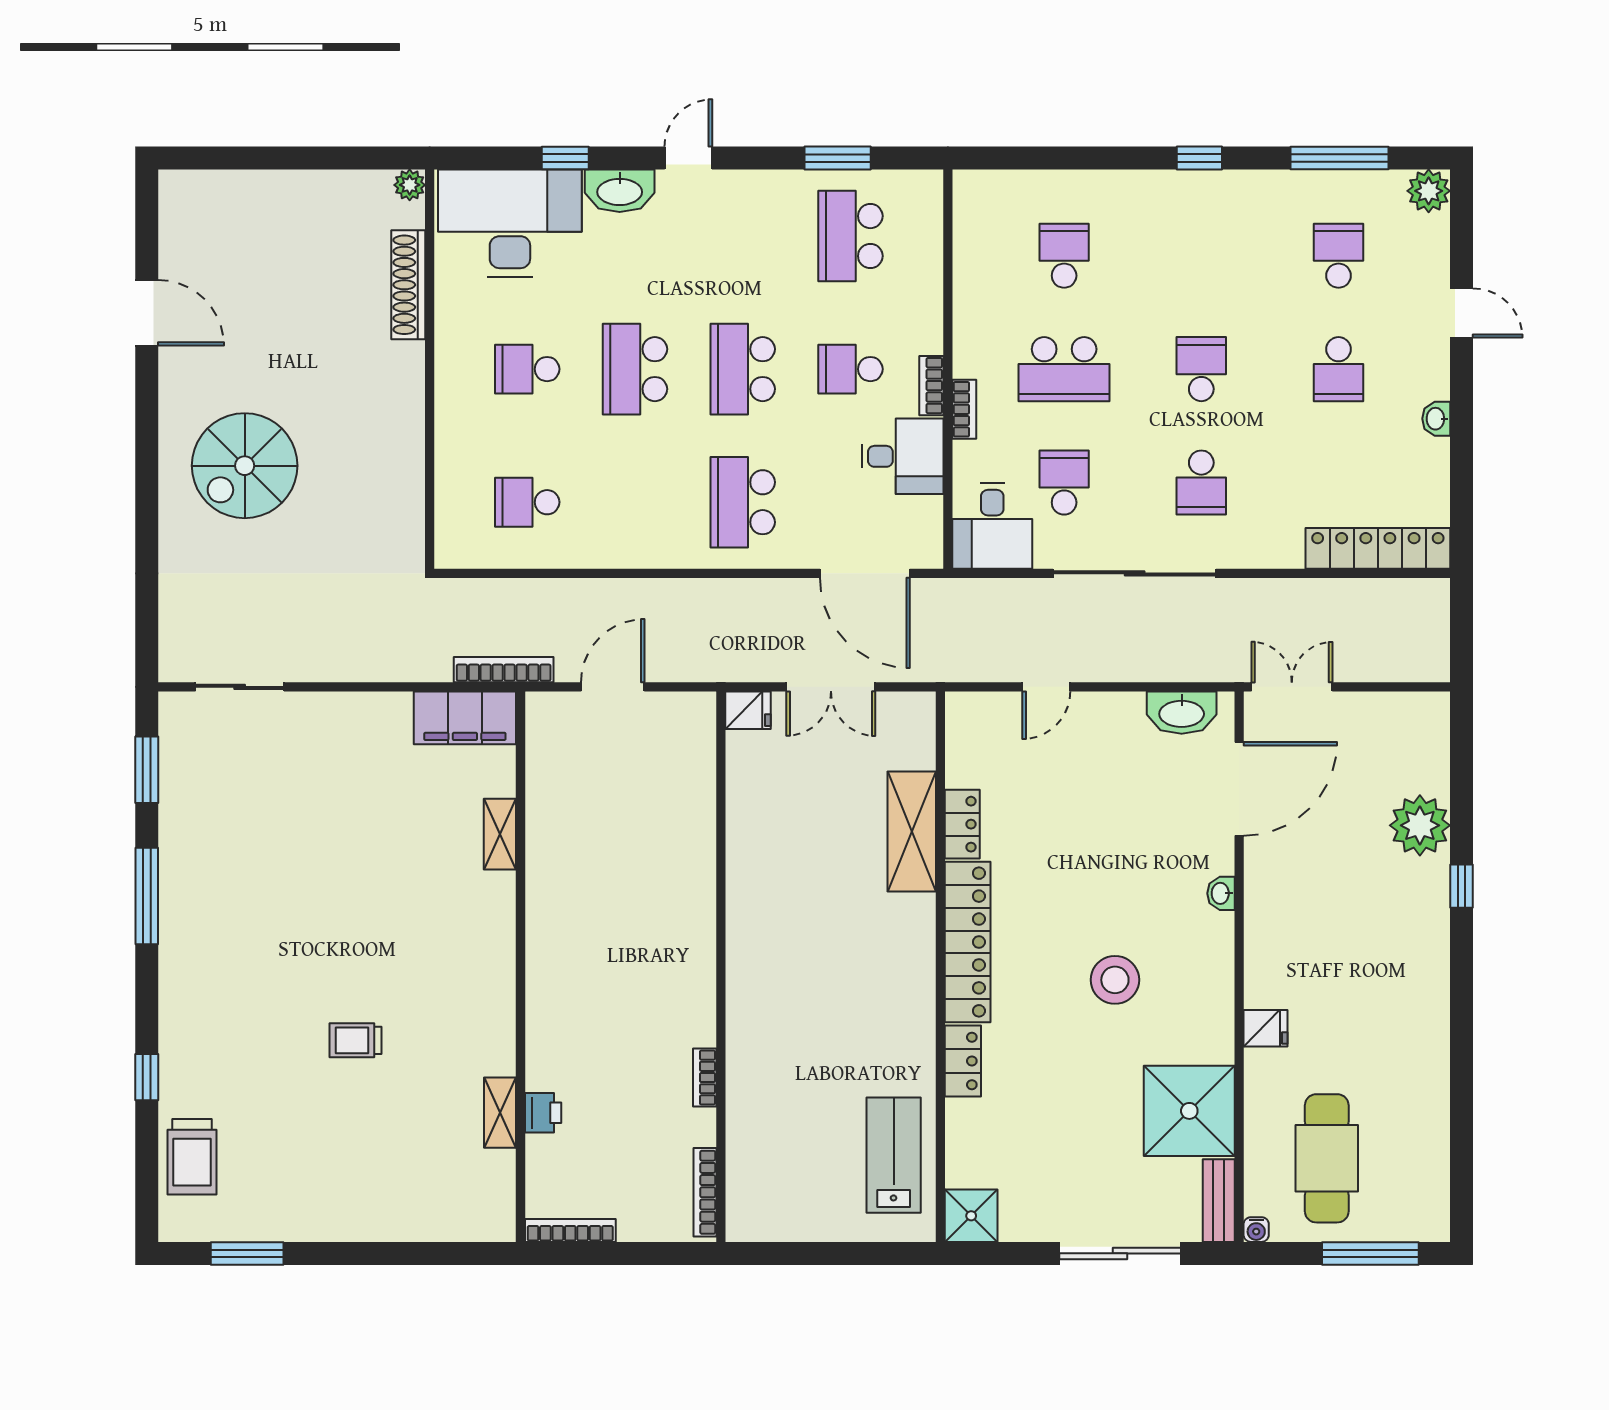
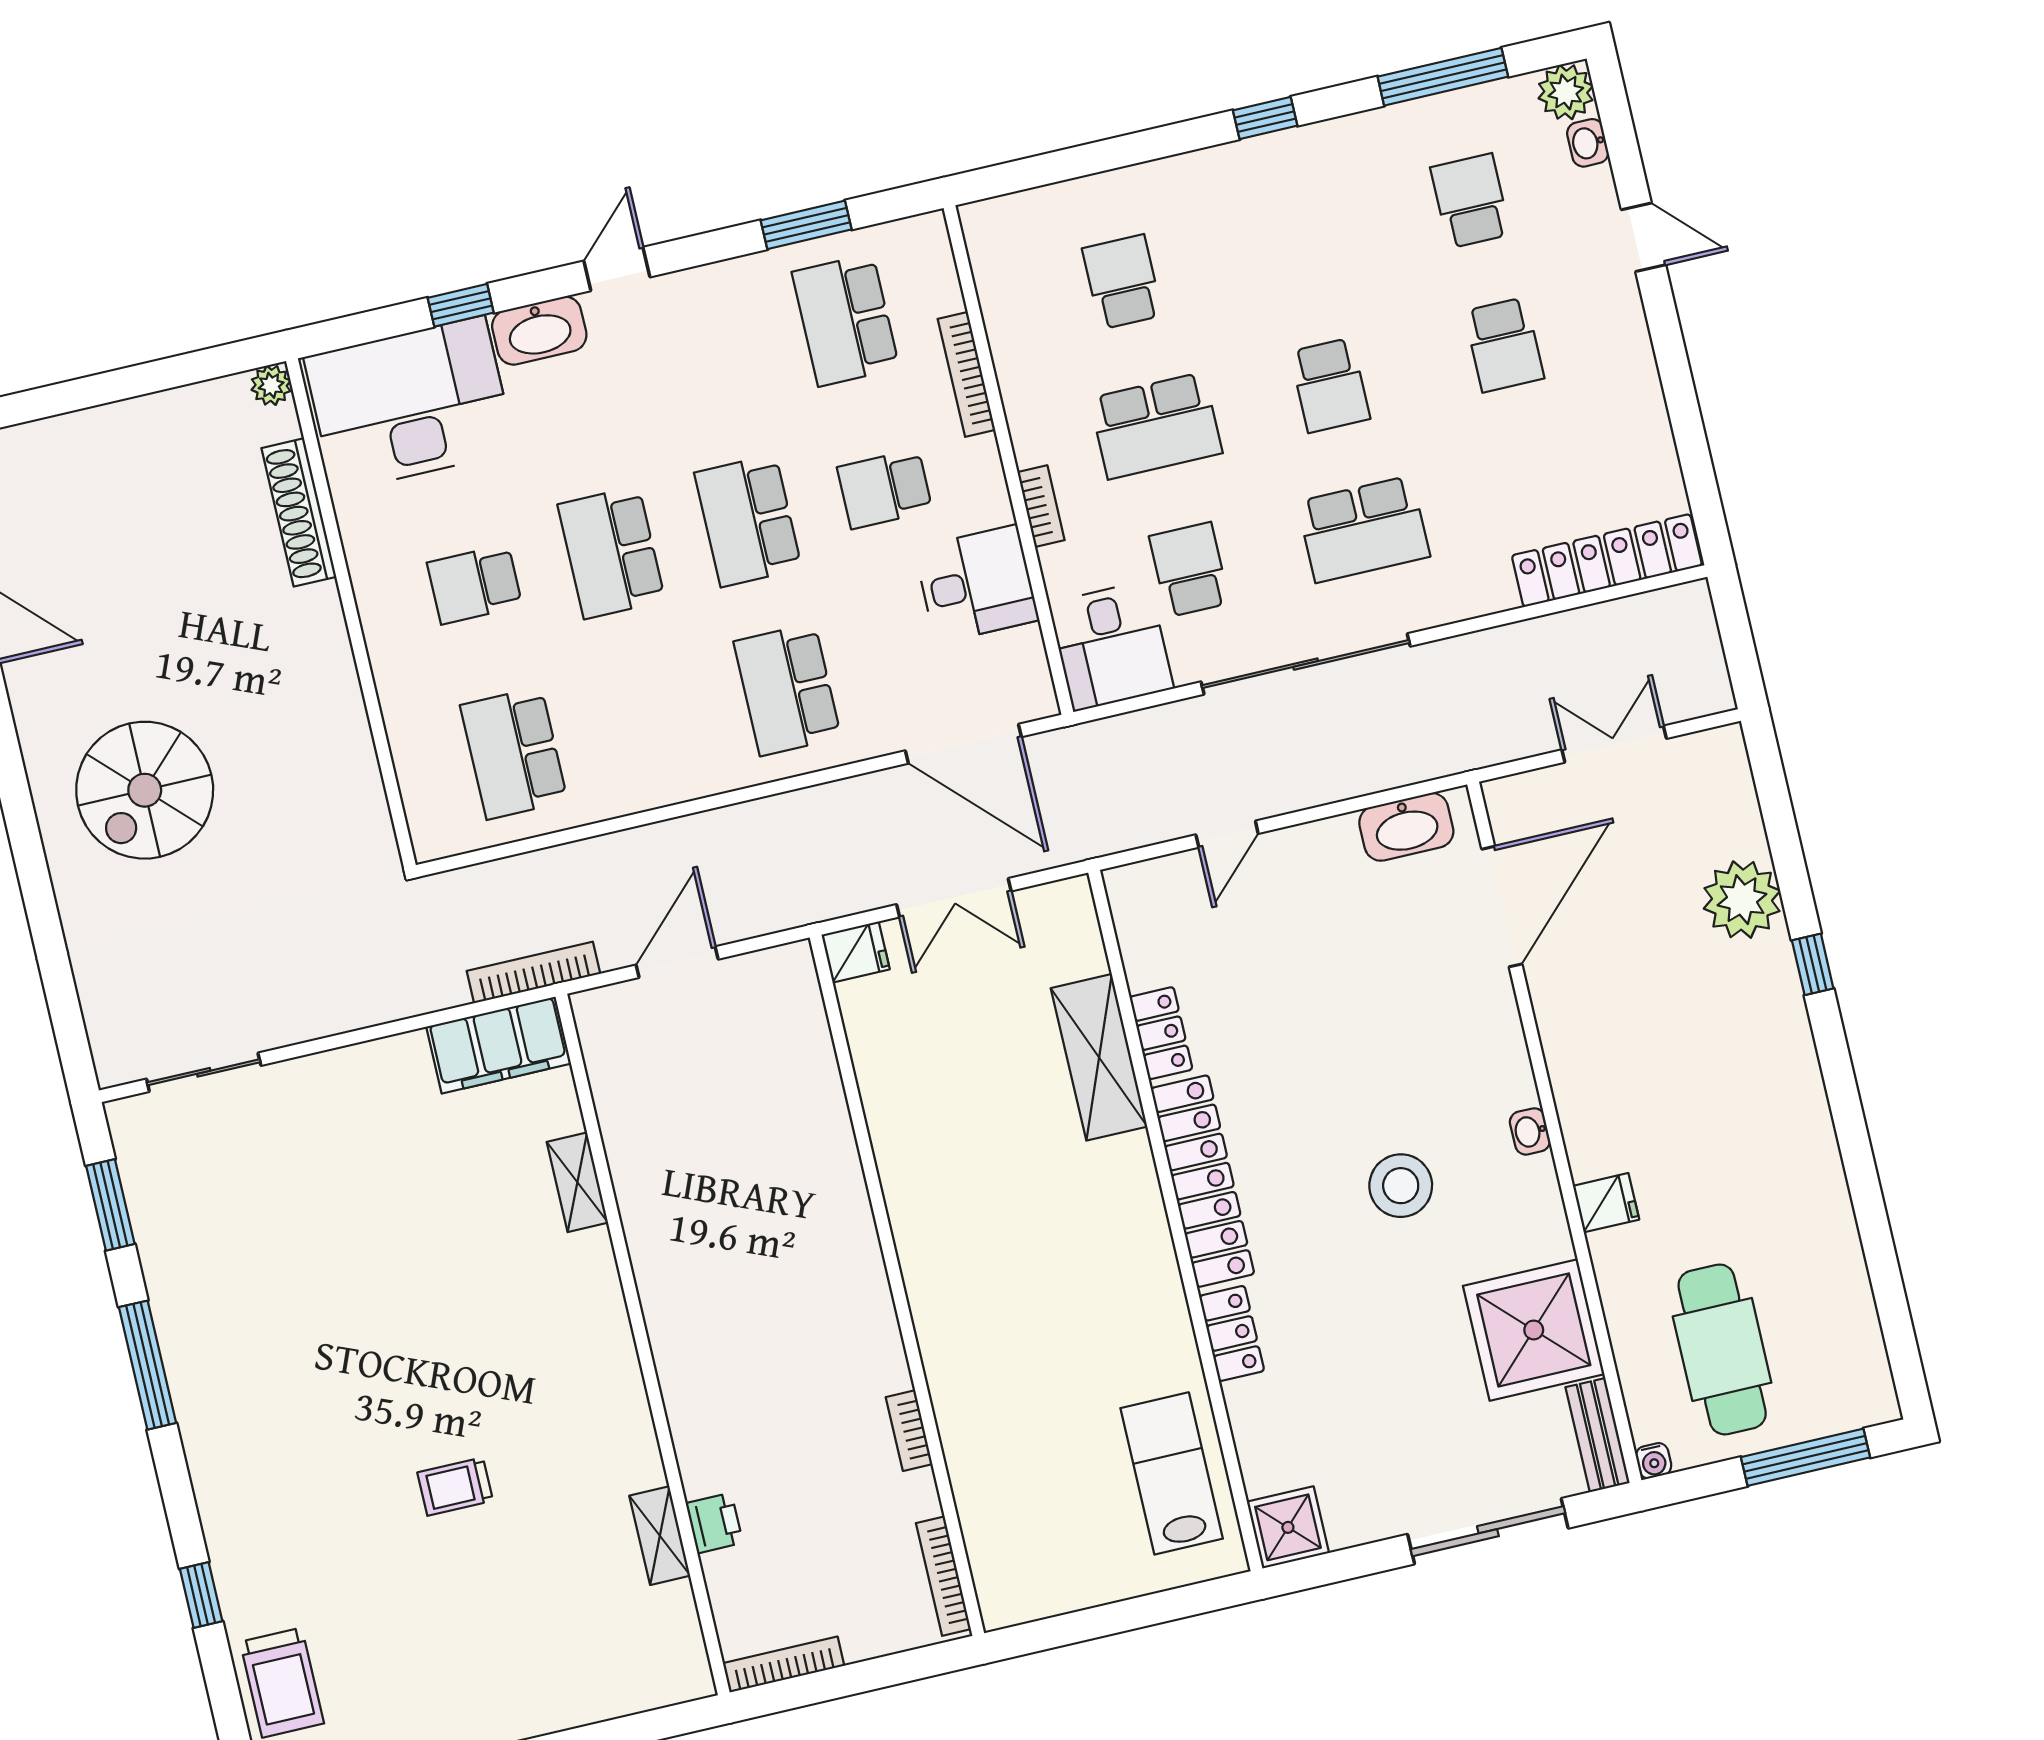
school desk: (1201, 369) -> (1330, 385), turned 180
bookcase: (931, 386) -> (966, 374), moved, width x1.56
washbasin: (1436, 419) -> (1588, 143), moved
school desk: (1201, 483) -> (1363, 529), width x1.85
school desk: (527, 502) -> (514, 753), width x1.85
double door: (1292, 687) -> (1614, 744), moved
washbasin: (1221, 893) -> (1530, 1131), moved

